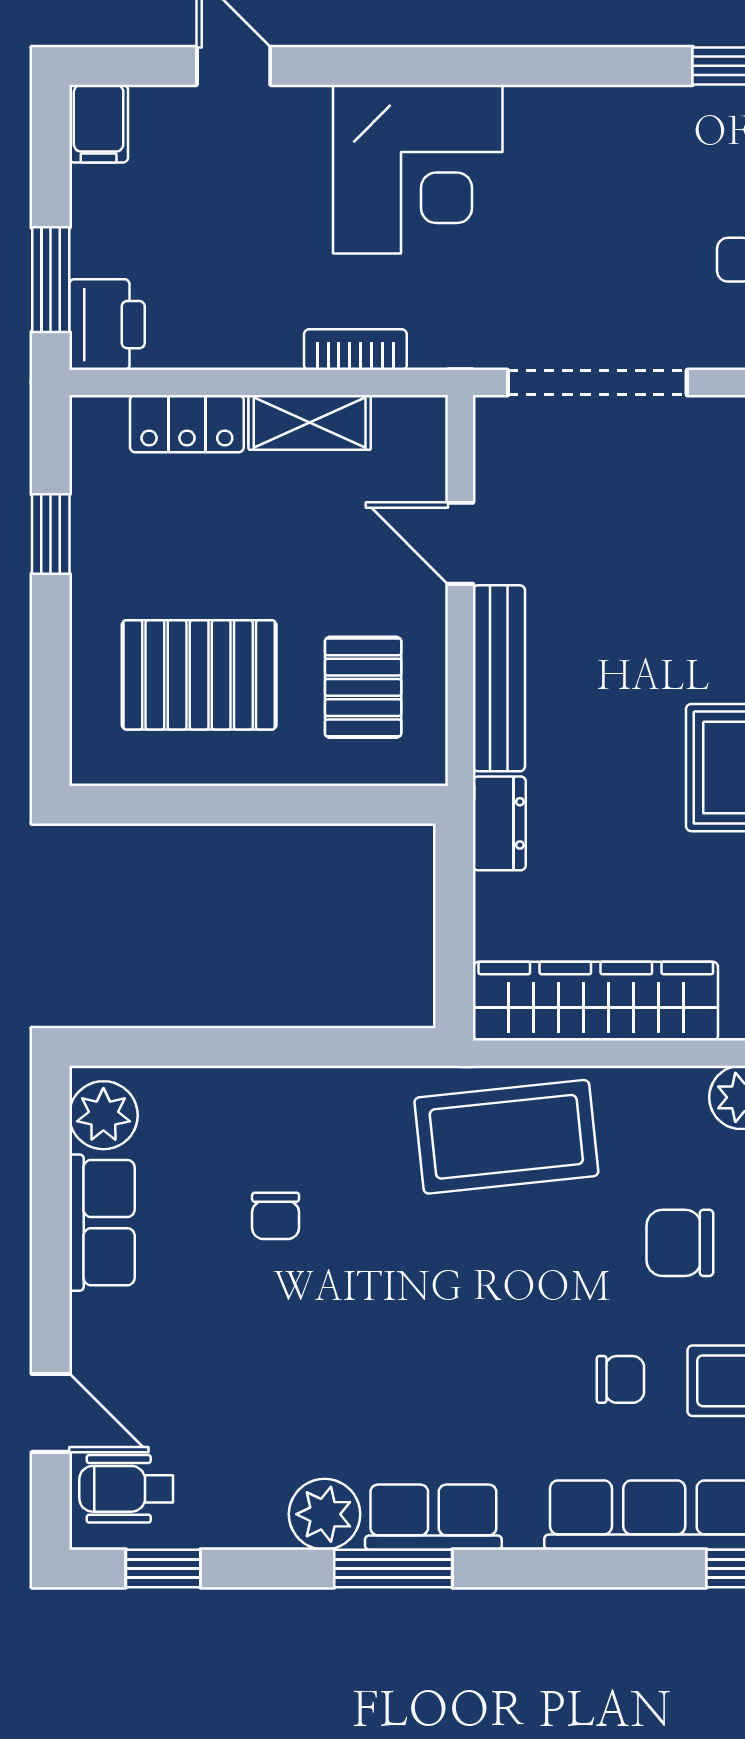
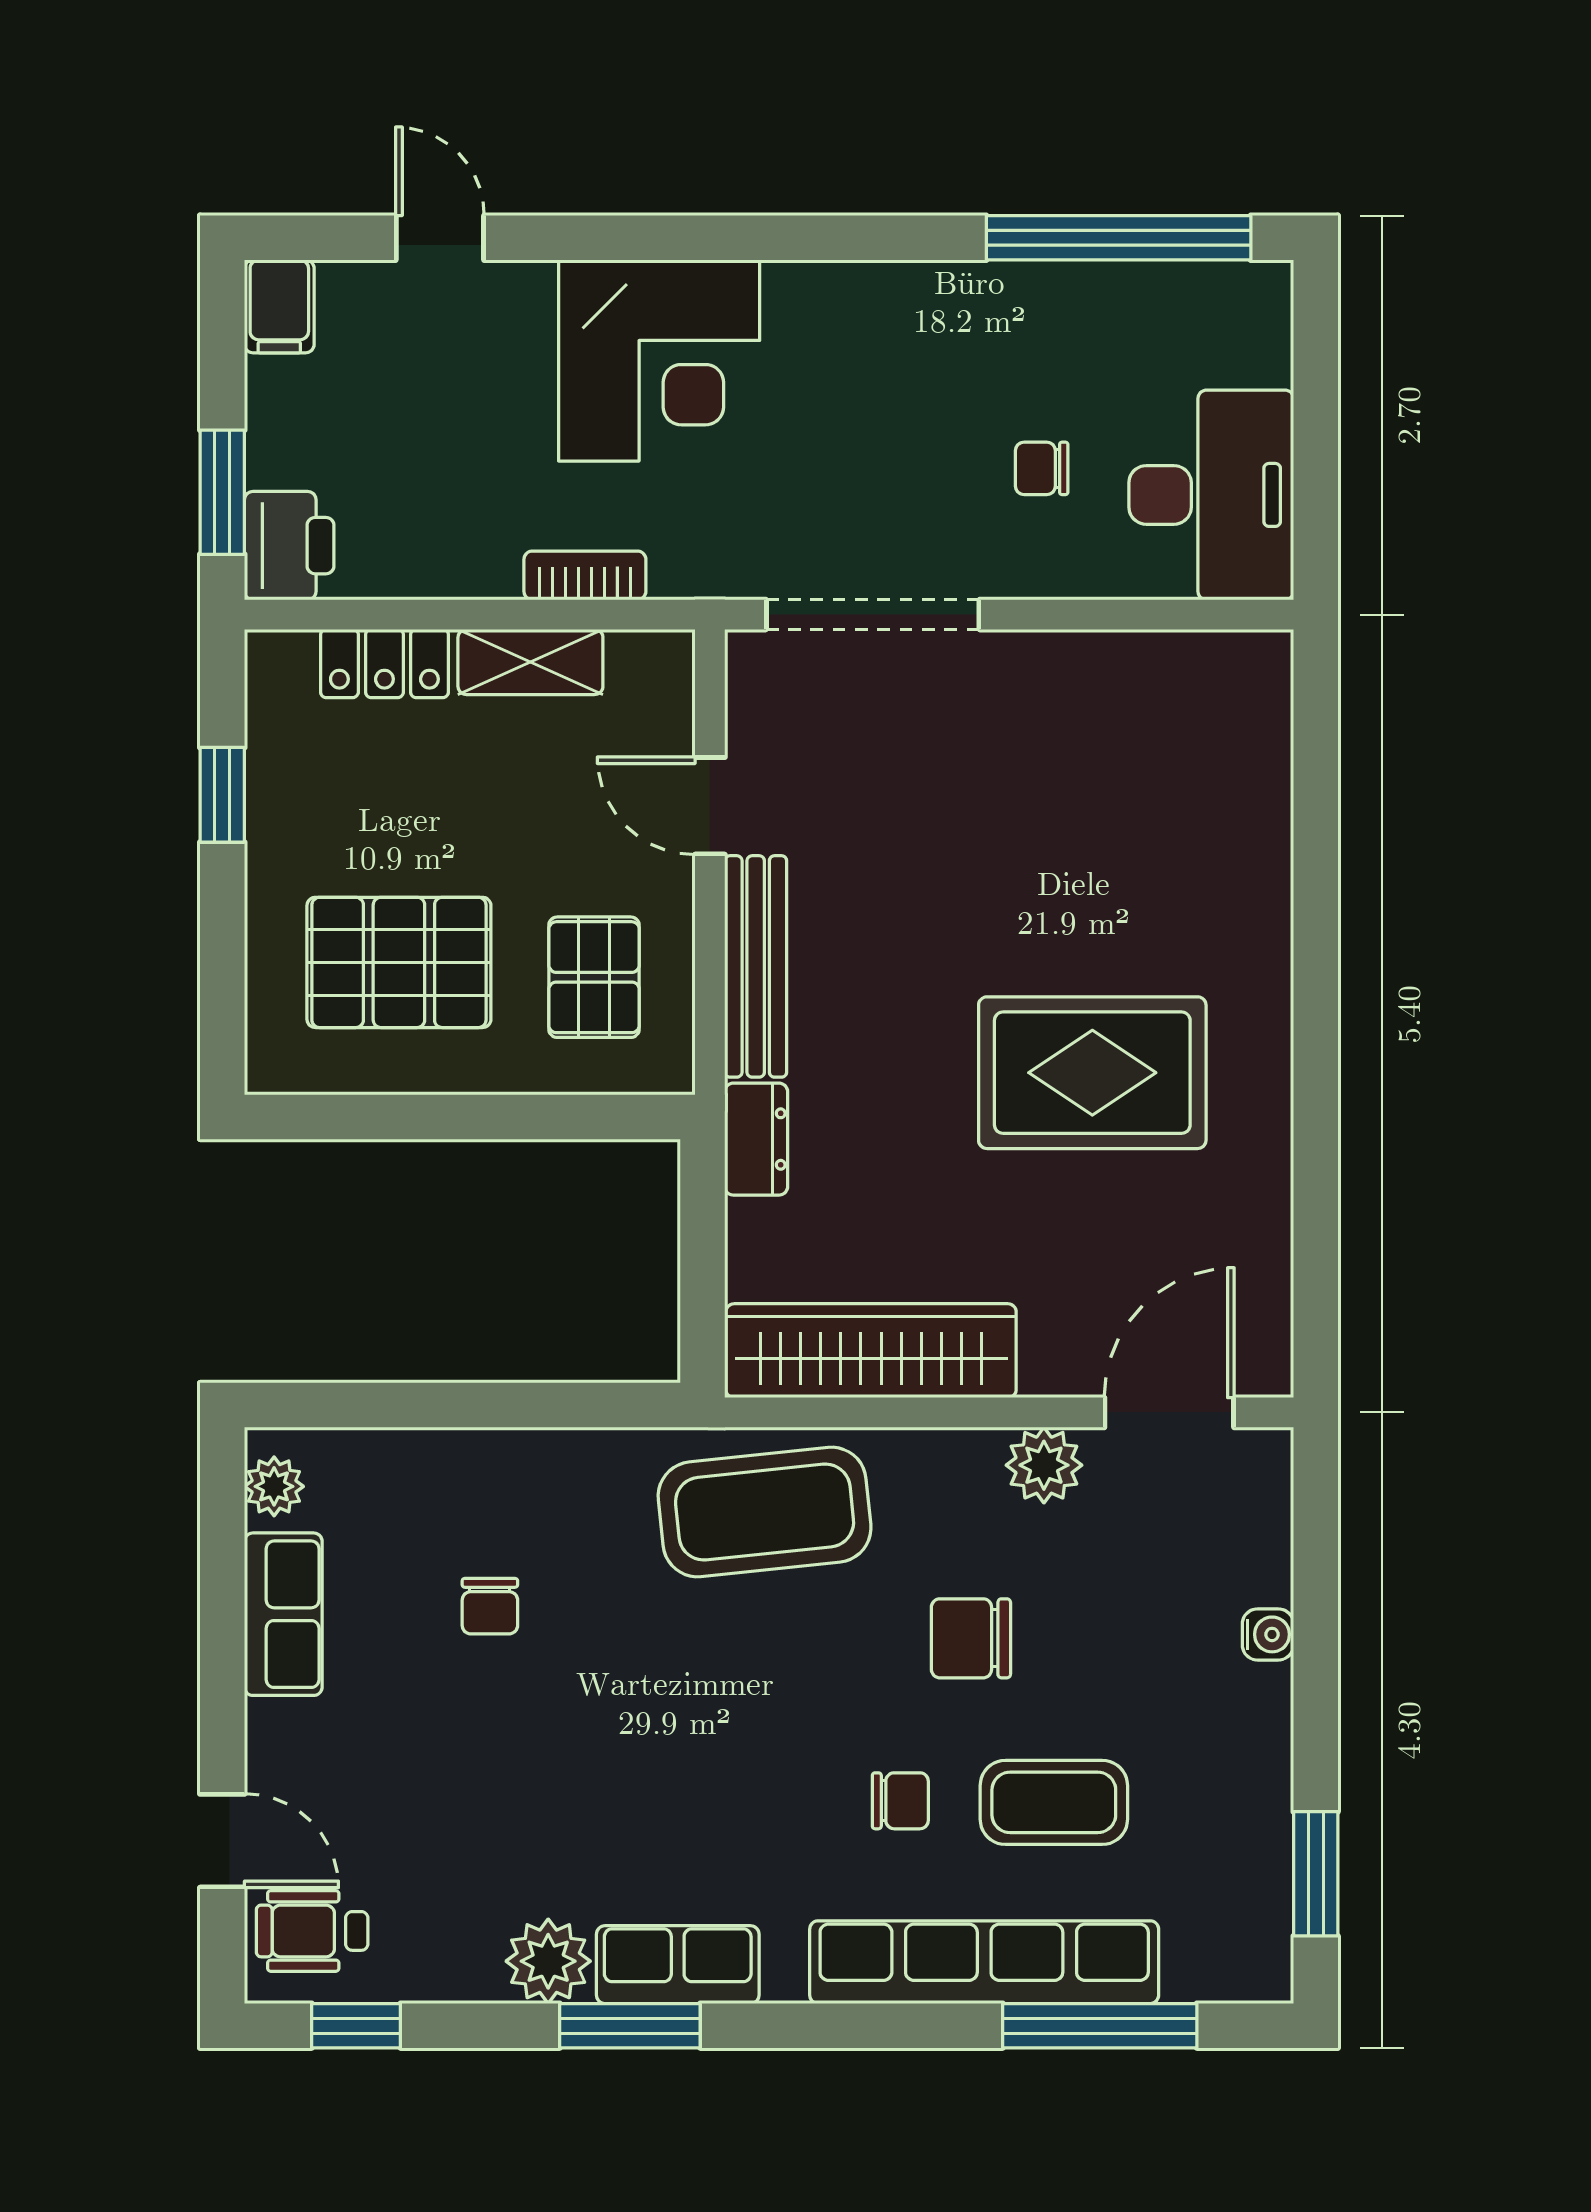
plant: (103, 1115) -> (274, 1486), width x0.73, depth x0.73

